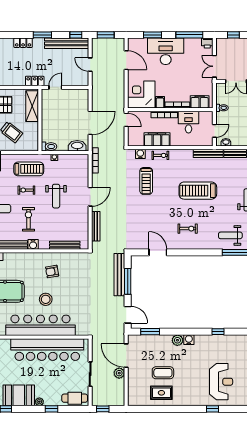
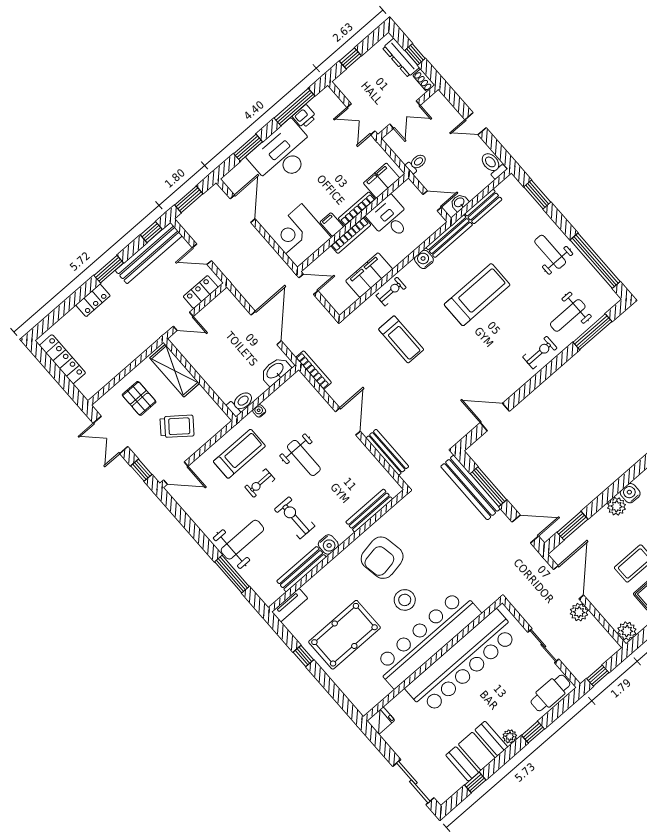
printer: (207, 43) -> (304, 117), moved
door: (126, 60) -> (243, 209), hinge flipped
locker: (35, 81) -> (201, 292), moved
door: (55, 87) -> (183, 321), swing flipped
door: (214, 131) -> (432, 201), hinge flipped
water cooler: (140, 154) -> (424, 259), moved
treadmill: (198, 191) -> (477, 295), turned 180
exercise bike: (188, 229) -> (540, 352), moved
armchair: (52, 271) -> (382, 558), width x1.88, depth x1.88
door: (126, 356) -> (569, 582), swing flipped
plant: (133, 400) -> (627, 631), added

